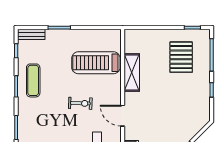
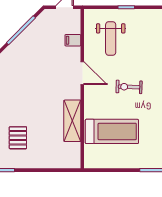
pallet: (181, 57) -> (18, 138), width x0.67, depth x0.71

